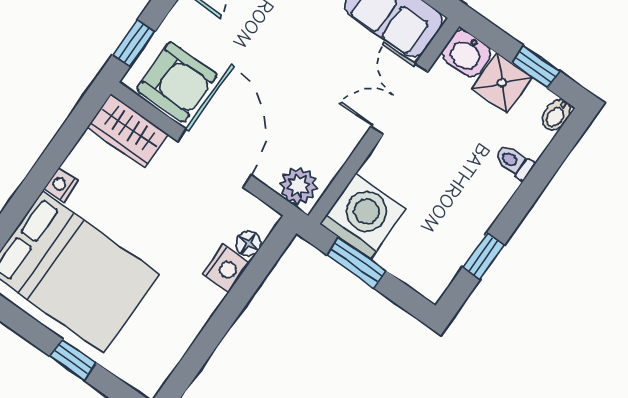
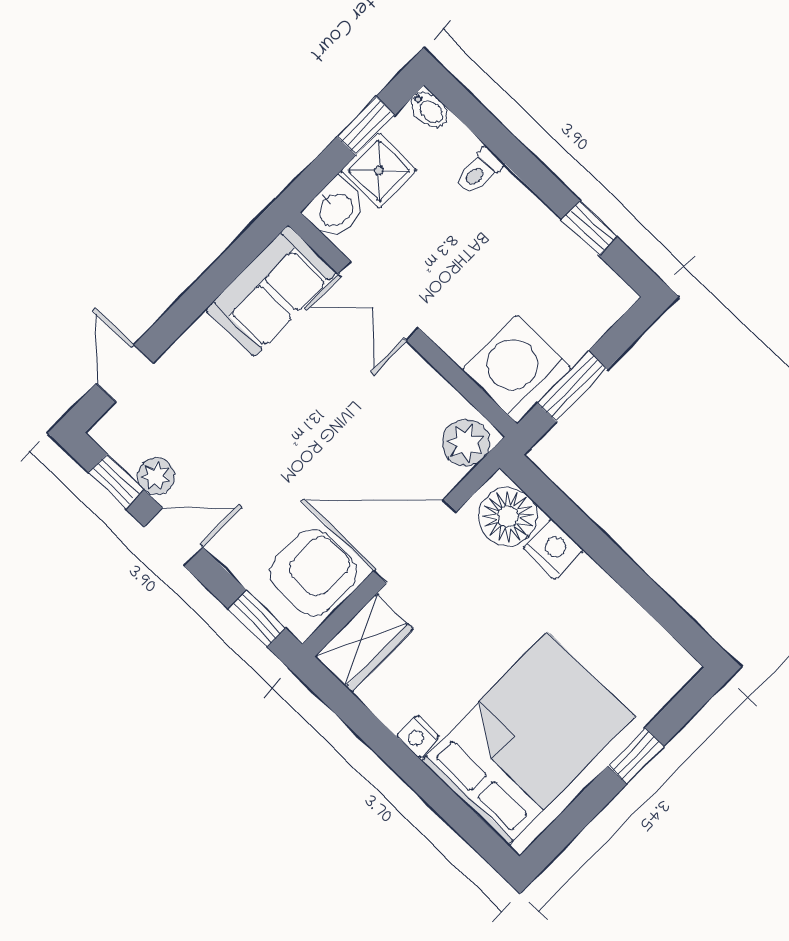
floor lamp: (248, 244) -> (508, 516), width x1.89, depth x1.89

